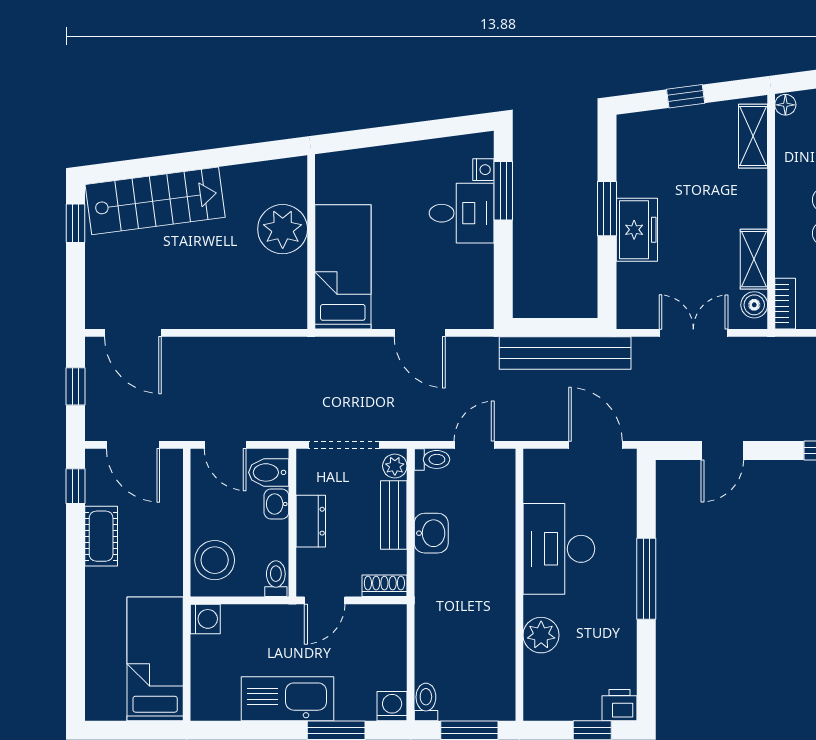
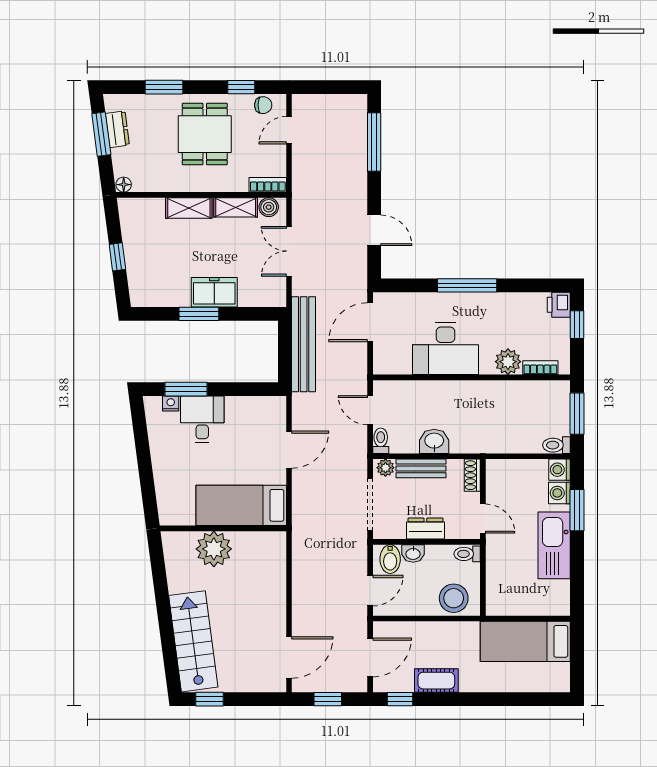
shelving: (753, 136) -> (189, 208), moved
washing machine: (205, 619) -> (559, 493), moved, turned -90
bookcase: (533, 680) -> (540, 368), added

